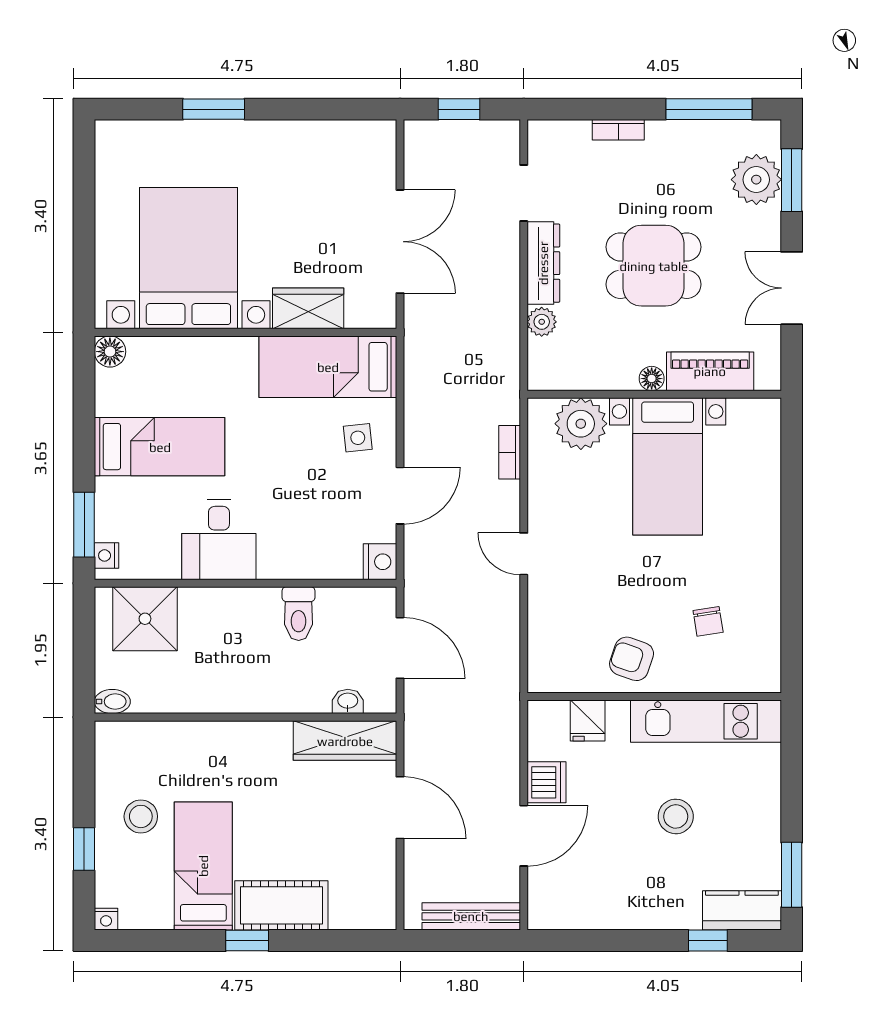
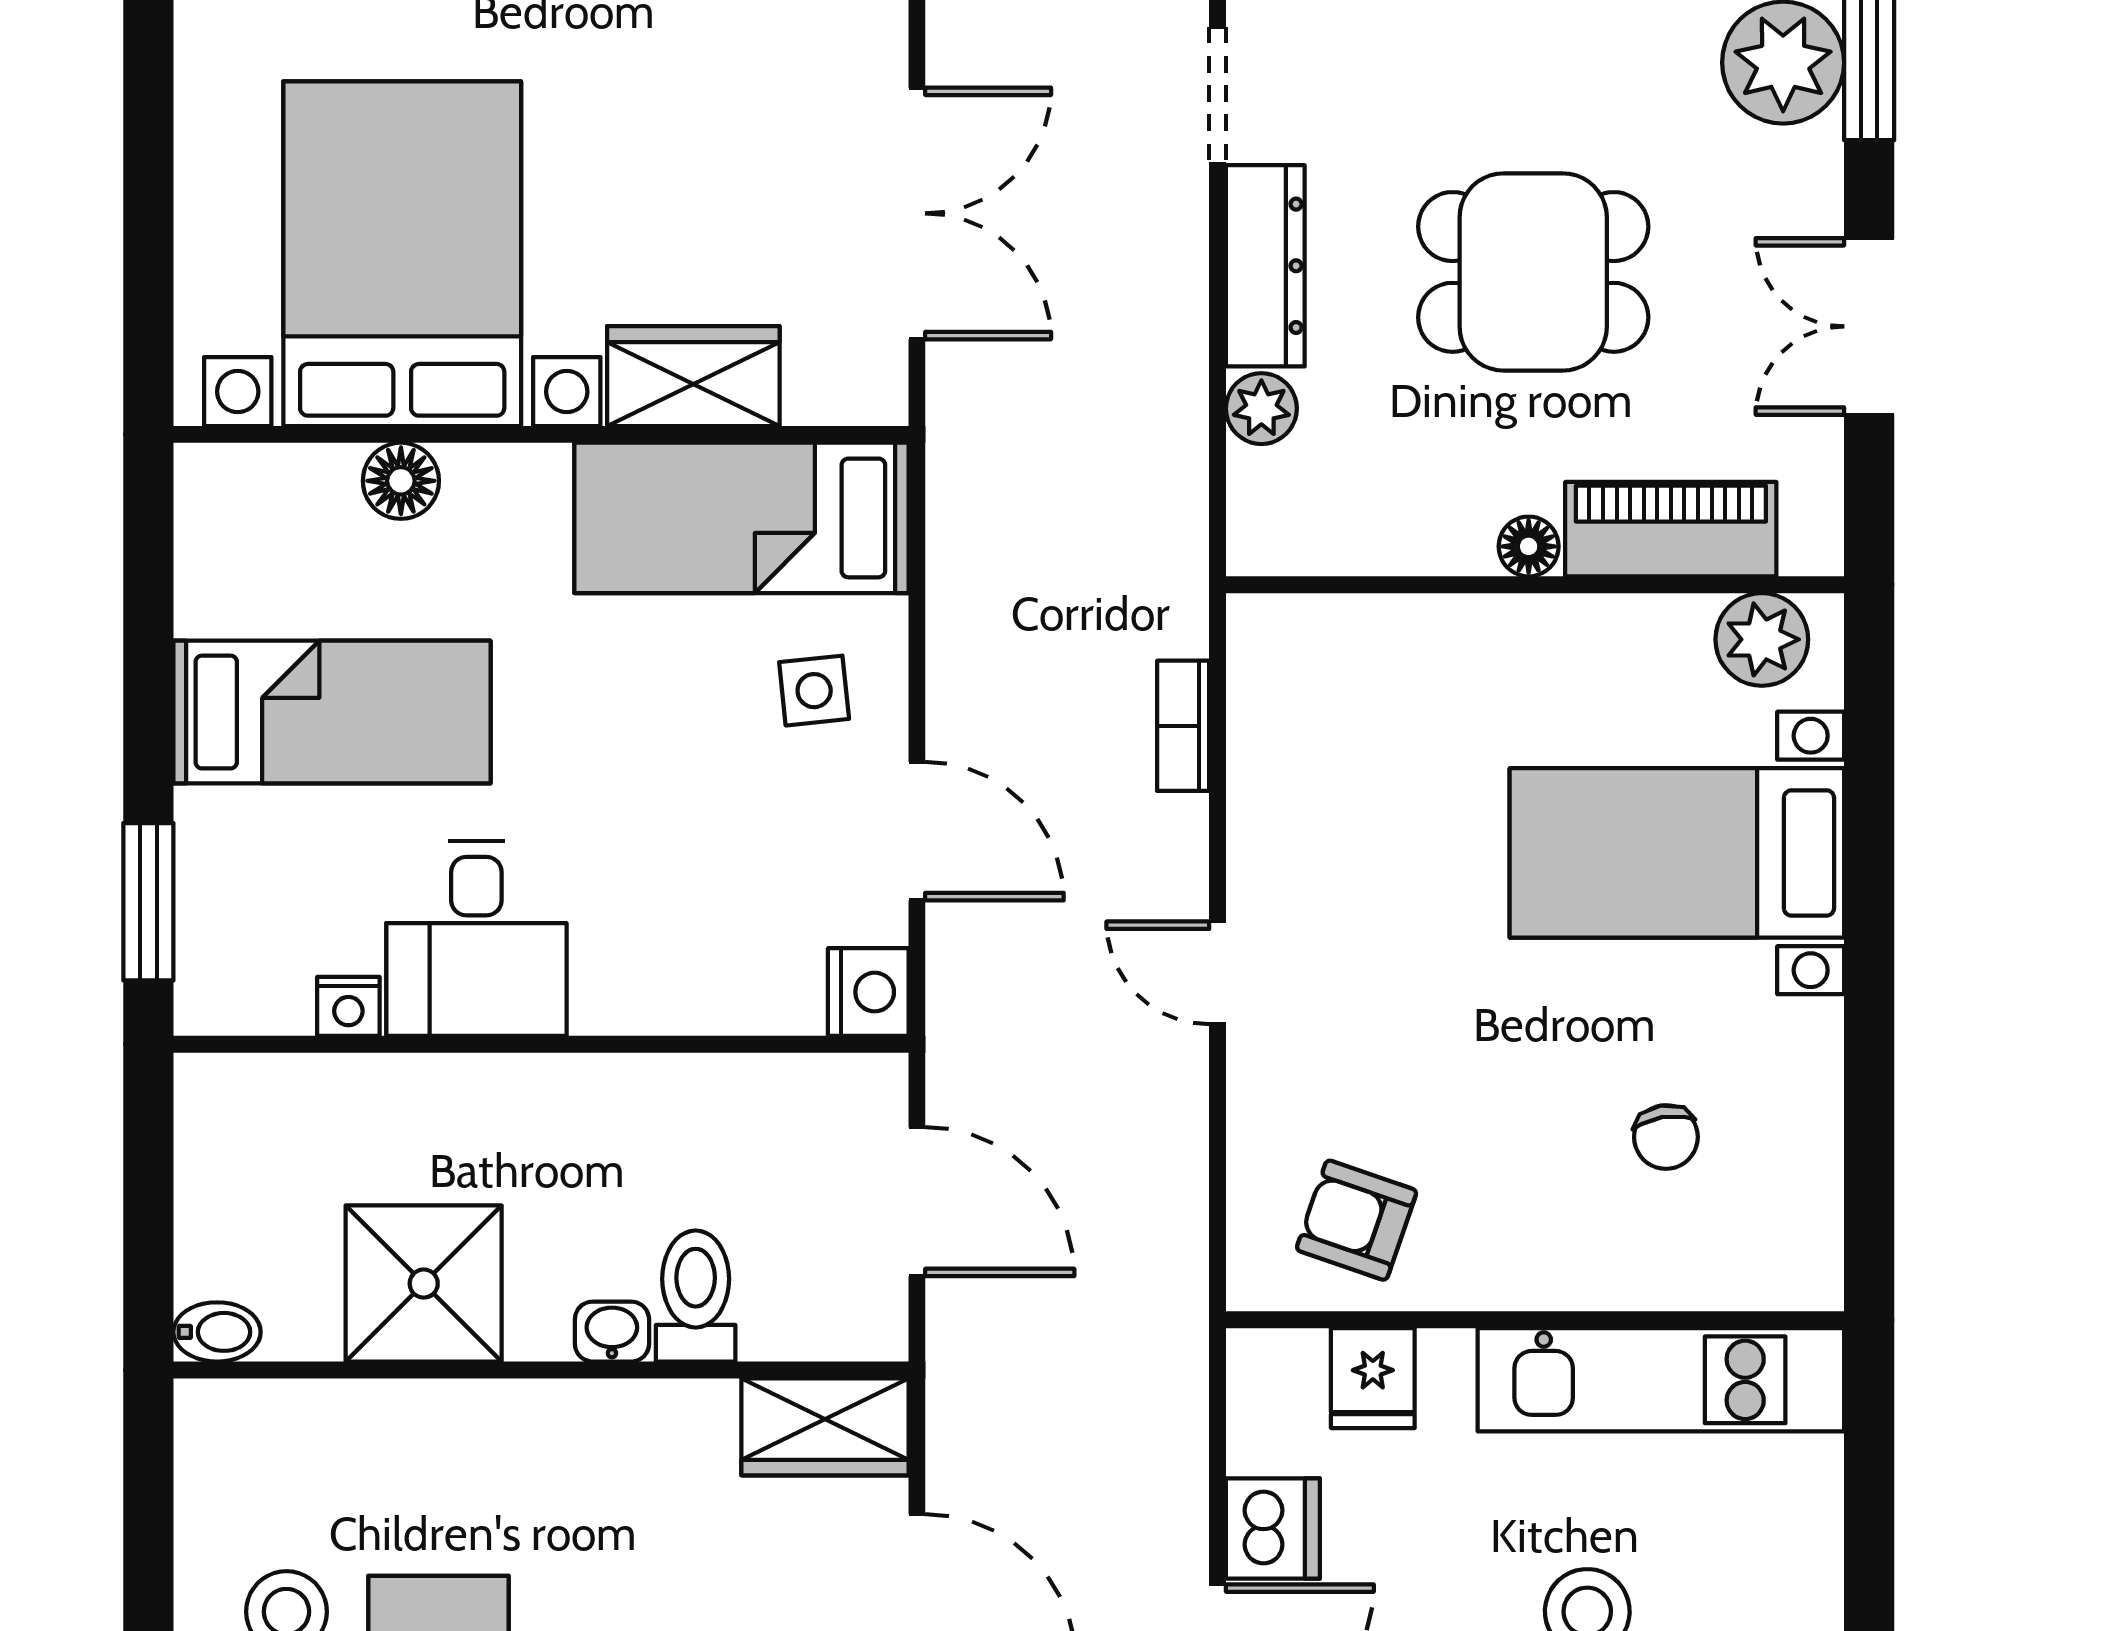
floor lamp: (110, 352) -> (401, 481), moved
plant: (581, 424) -> (1762, 639), moved, width x0.73, depth x0.73
bed with nightstands: (668, 466) -> (1677, 853), moved, turned 90
door: (400, 496) -> (917, 831), hinge flipped
nightstand: (106, 555) -> (348, 1006), moved, turned -90
toilet: (299, 614) -> (696, 1296), moved, turned 180
shower: (145, 619) -> (424, 1284), moved
armchair: (632, 659) -> (1357, 1220), moved
washbasin: (348, 701) -> (612, 1332), moved
wardrobe: (345, 741) -> (825, 1427), width x0.67

